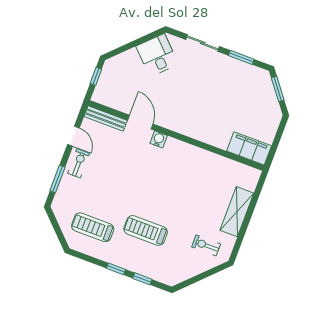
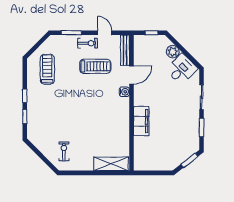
plant: (130, 58) -> (173, 52), added
door: (73, 136) -> (105, 33), swing flipped
filing cabinet: (249, 148) -> (141, 121), moved
shelving: (237, 212) -> (111, 164), moved
treadmill: (146, 230) -> (95, 66), moved, turned 90

